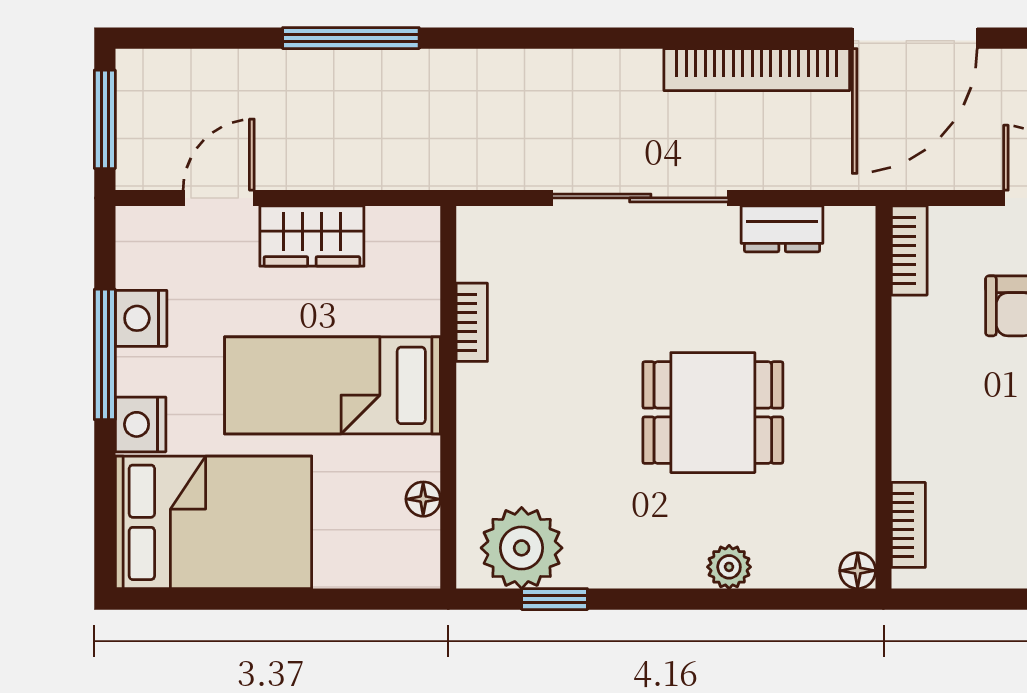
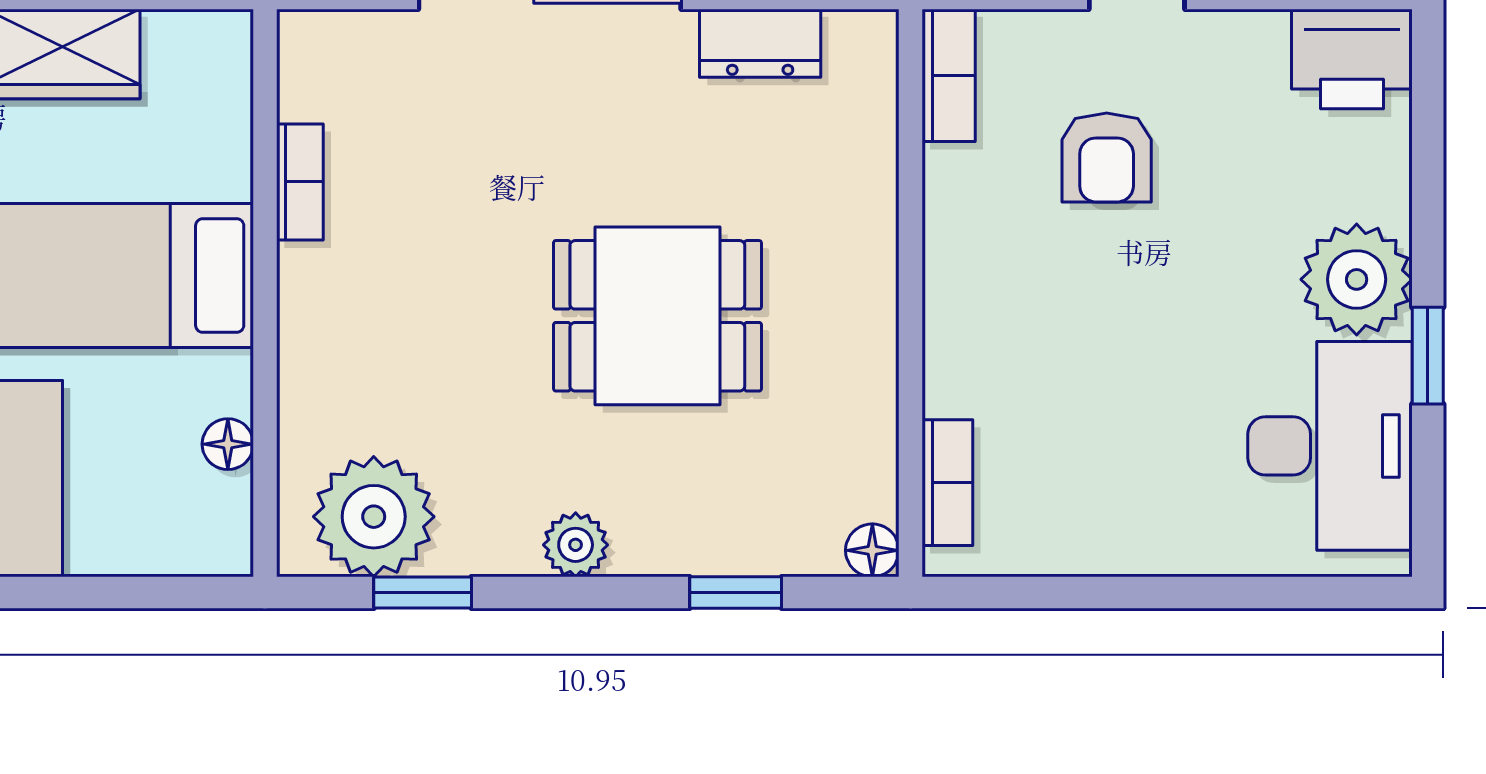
plant: (729, 567) -> (576, 545), moved
window: (766, 599) -> (736, 593), added

